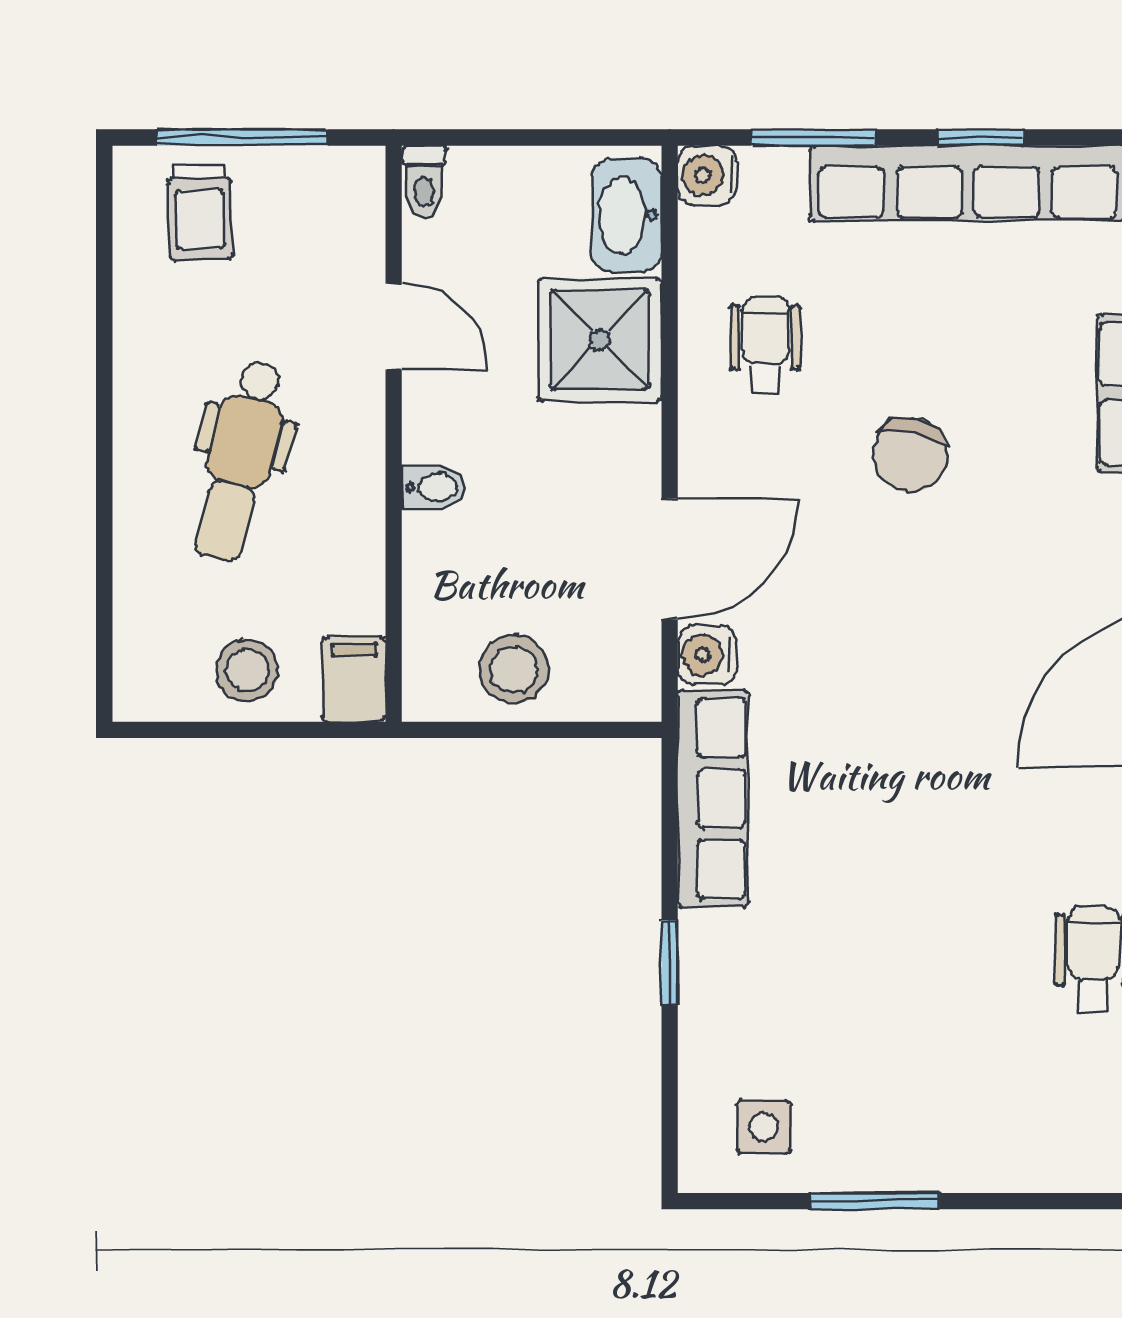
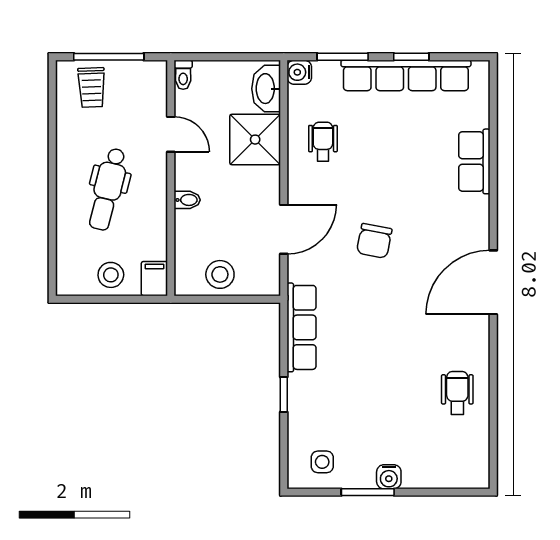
chair: (910, 455) -> (374, 241), moved
water cooler: (707, 655) -> (389, 477), moved, turned -90

